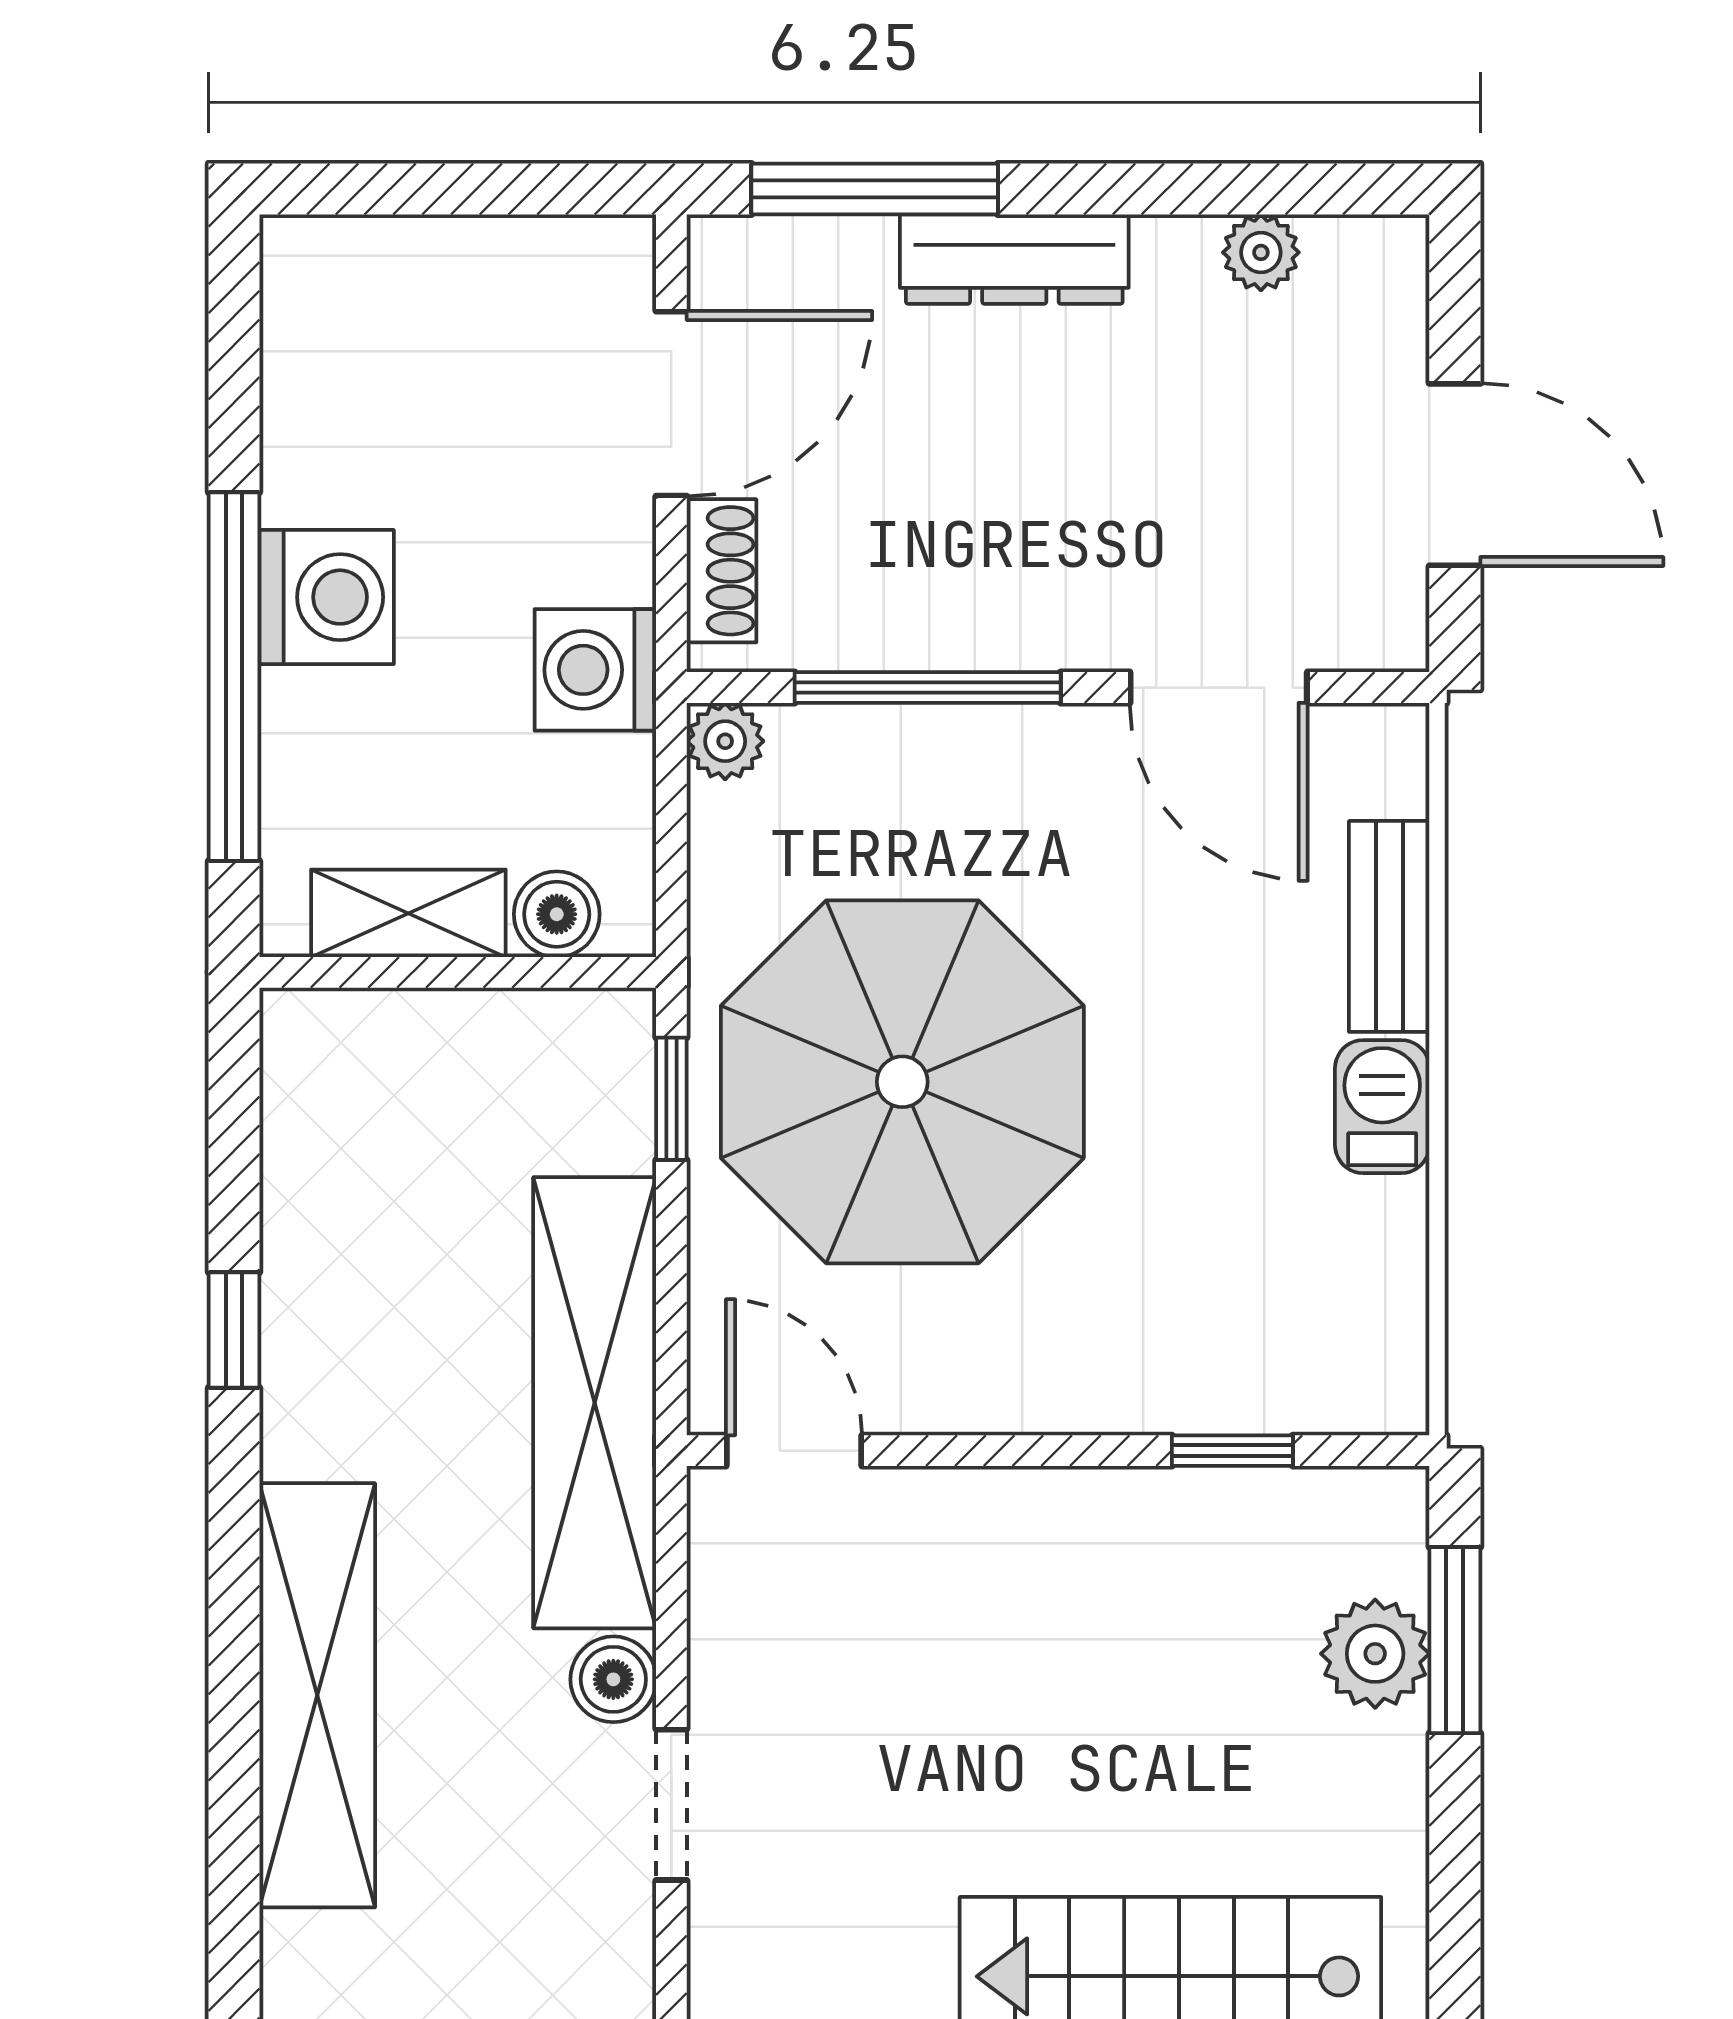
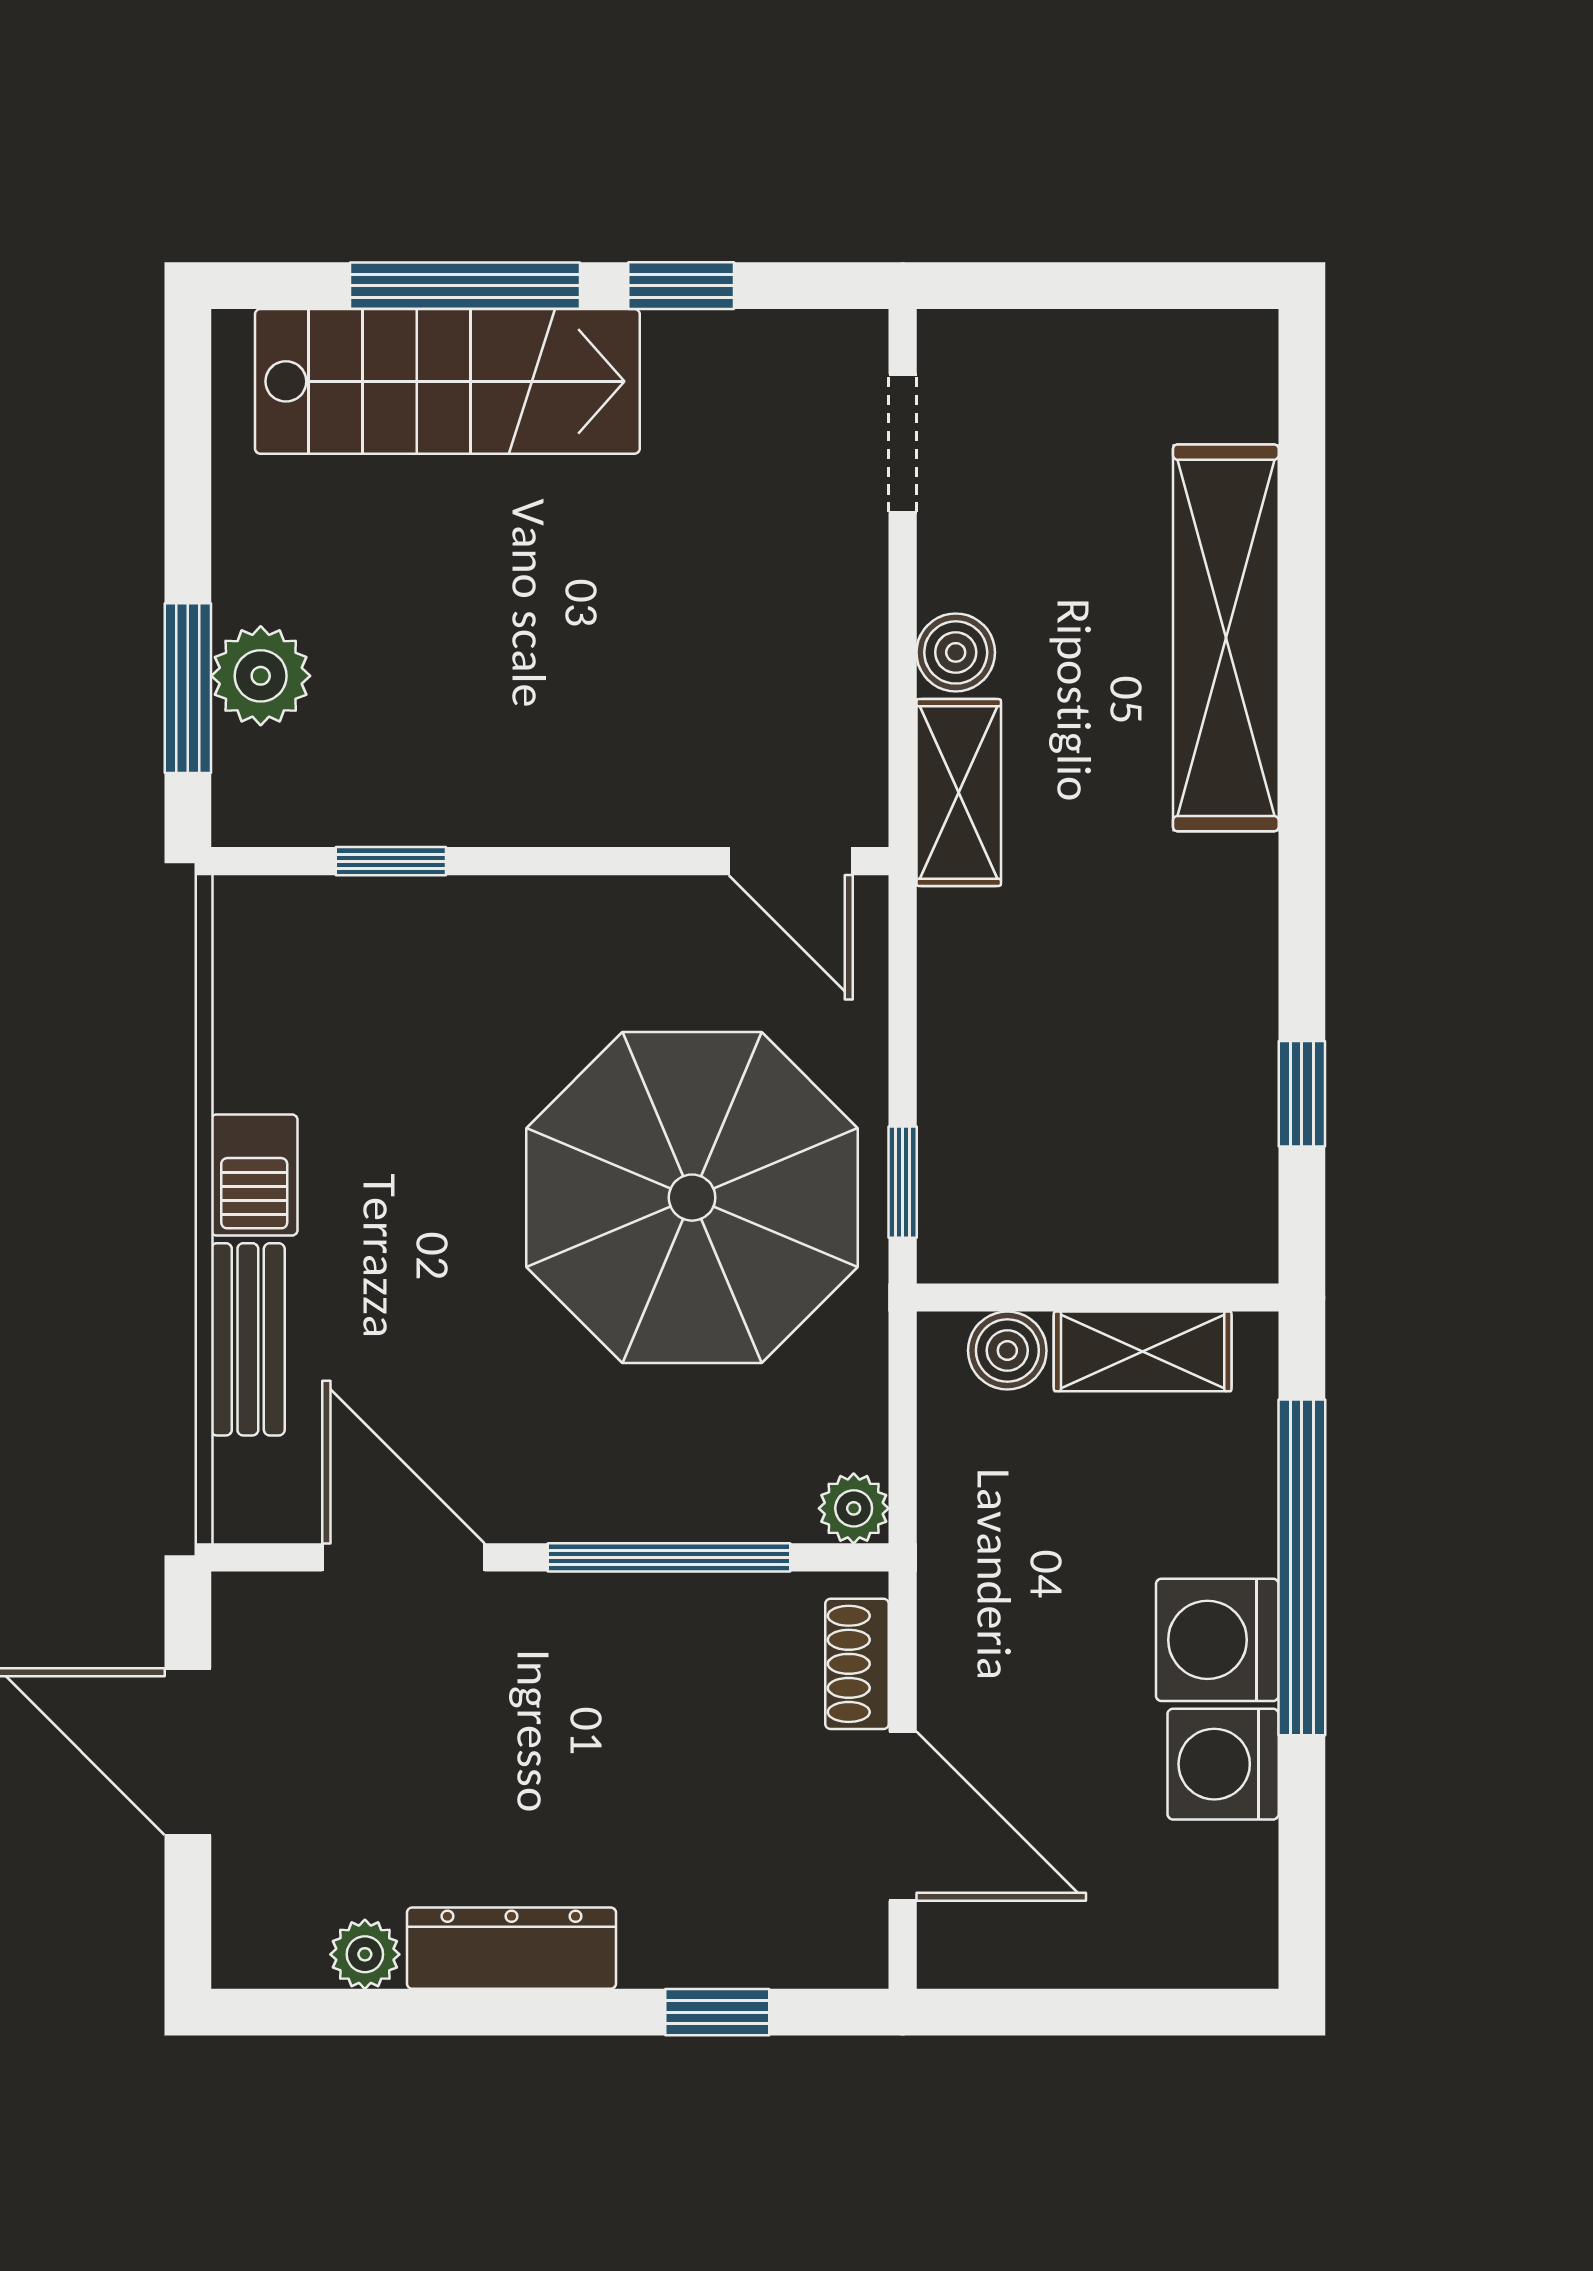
window: (875, 189) -> (717, 2012), width x0.46
dresser: (1014, 259) -> (511, 1948), moved
door: (671, 404) -> (903, 1816), swing flipped
washing machine: (595, 670) -> (1223, 1764), moved, turned 180
window: (234, 1330) -> (1302, 1094), moved
shelving: (595, 1403) -> (959, 793), width x0.45, depth x0.75
doorway: (671, 1805) -> (903, 443), moved

